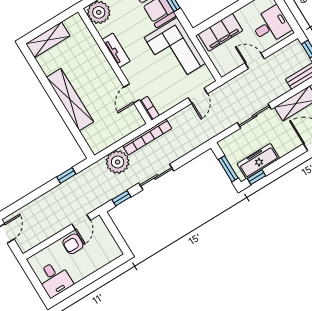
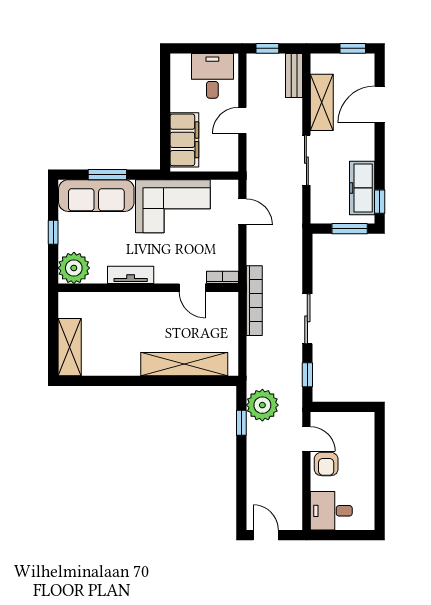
shelving: (70, 100) -> (184, 364), moved
plant: (118, 162) -> (262, 405), moved
desk: (54, 279) -> (331, 511), moved, turned 180

